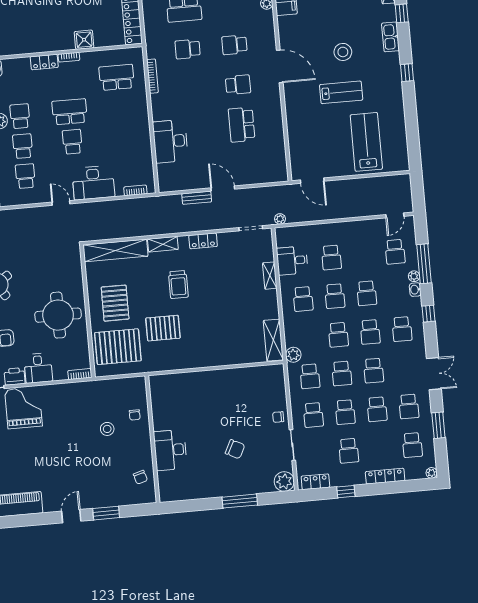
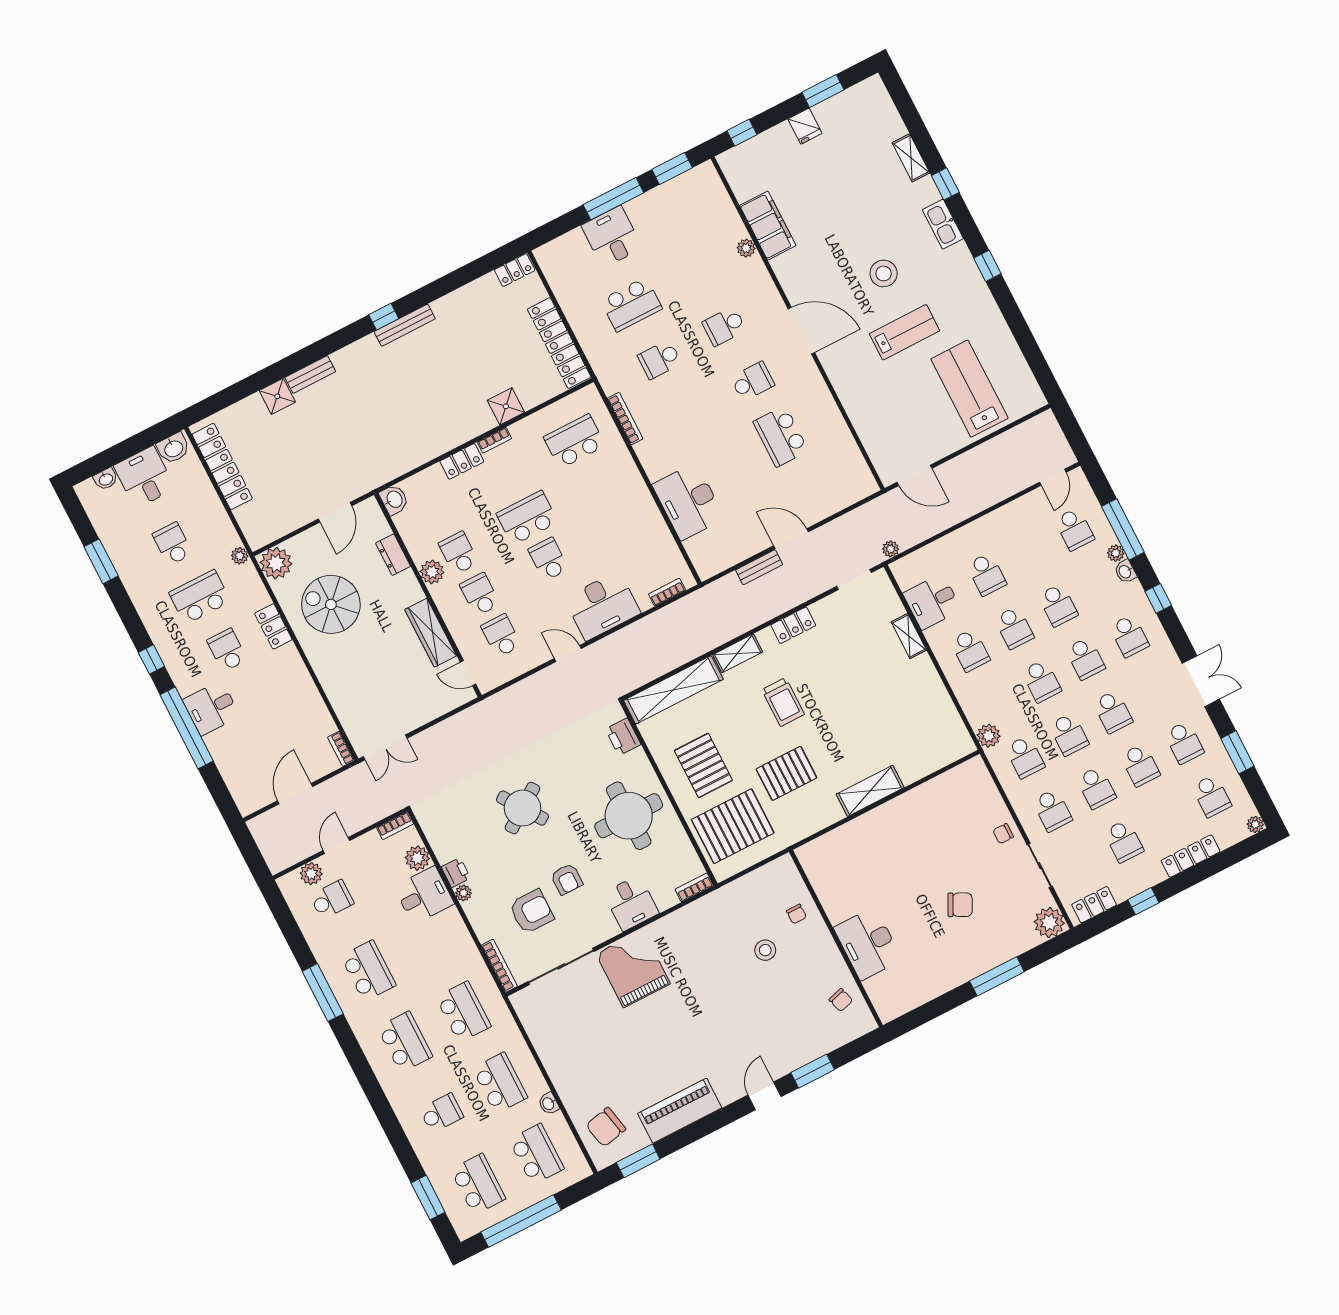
shelving: (273, 340) -> (870, 791), moved, turned 90
printer: (15, 376) -> (623, 737), moved, turned -90

